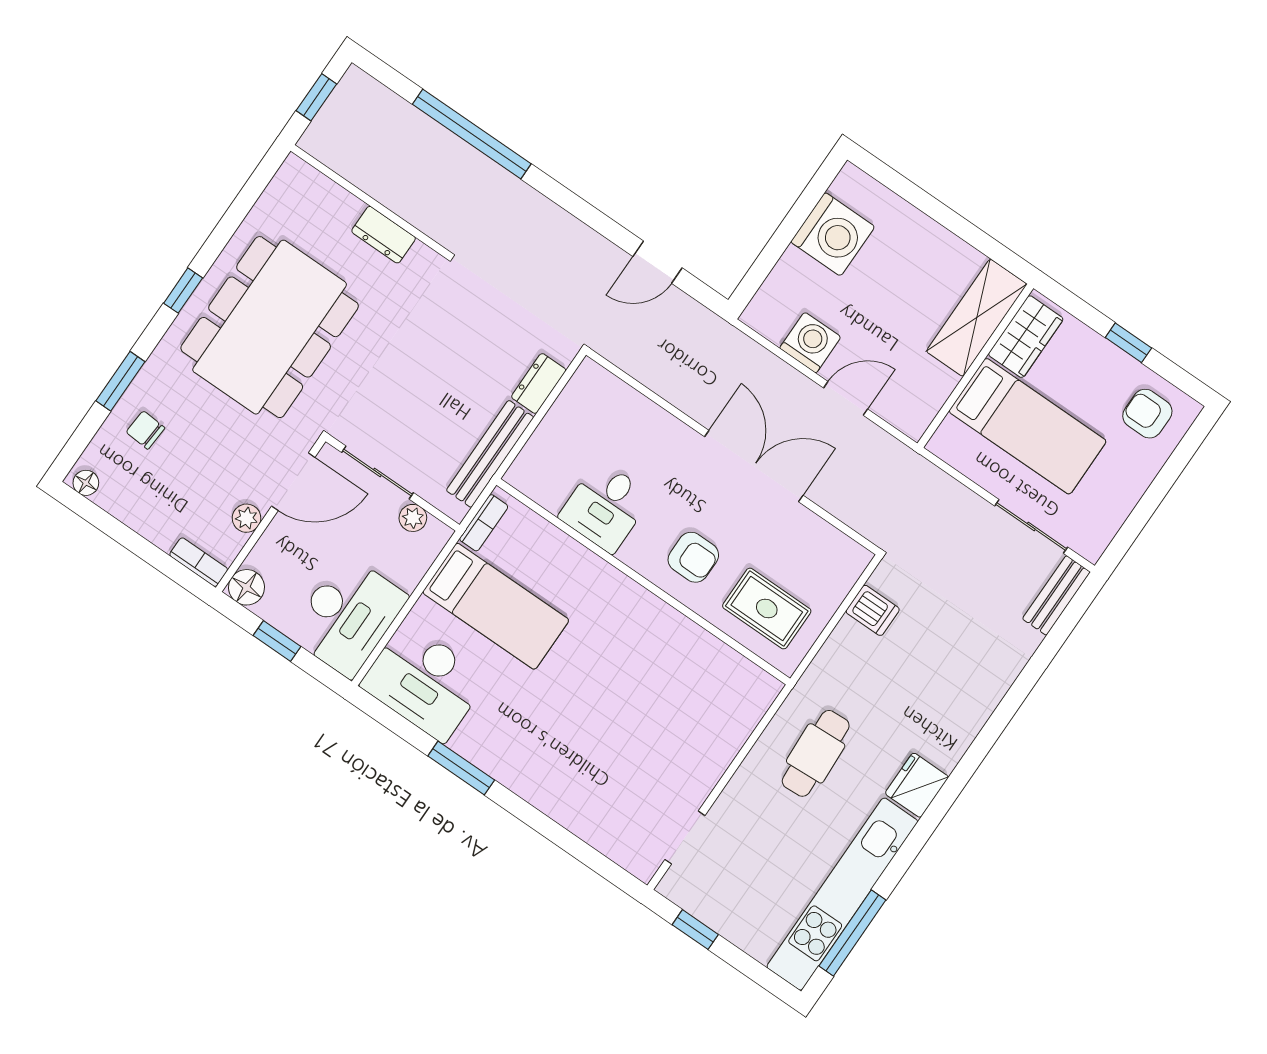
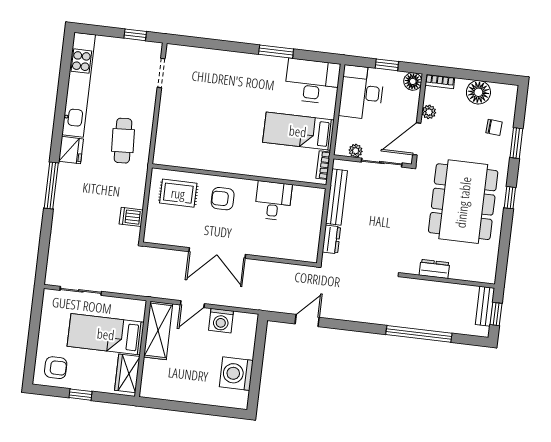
shelving: (977, 318) -> (158, 330), moved
floor lamp: (86, 483) -> (478, 92), moved, width x1.89, depth x1.89
bench: (1056, 595) -> (485, 306), moved
window: (852, 933) -> (51, 186), moved

